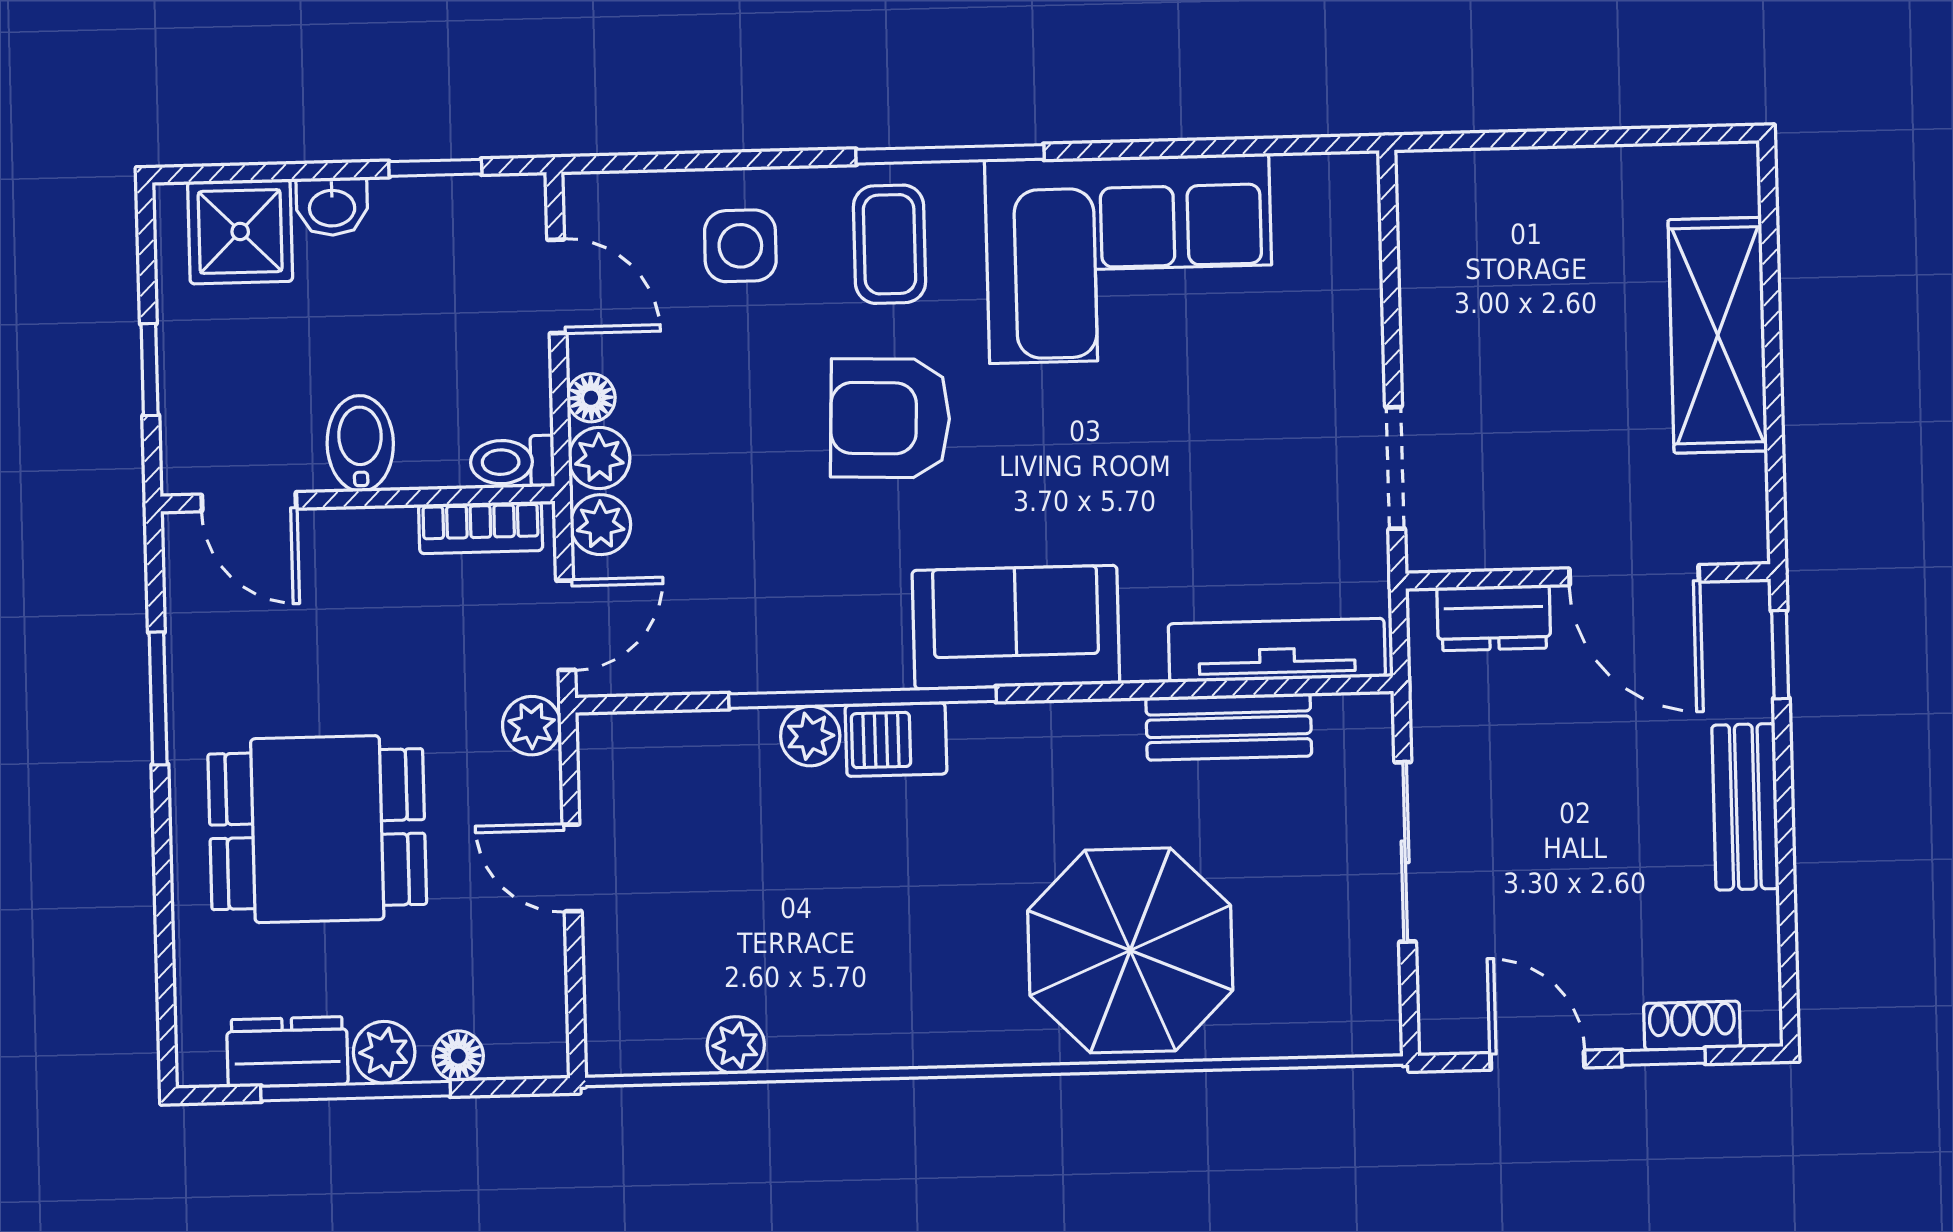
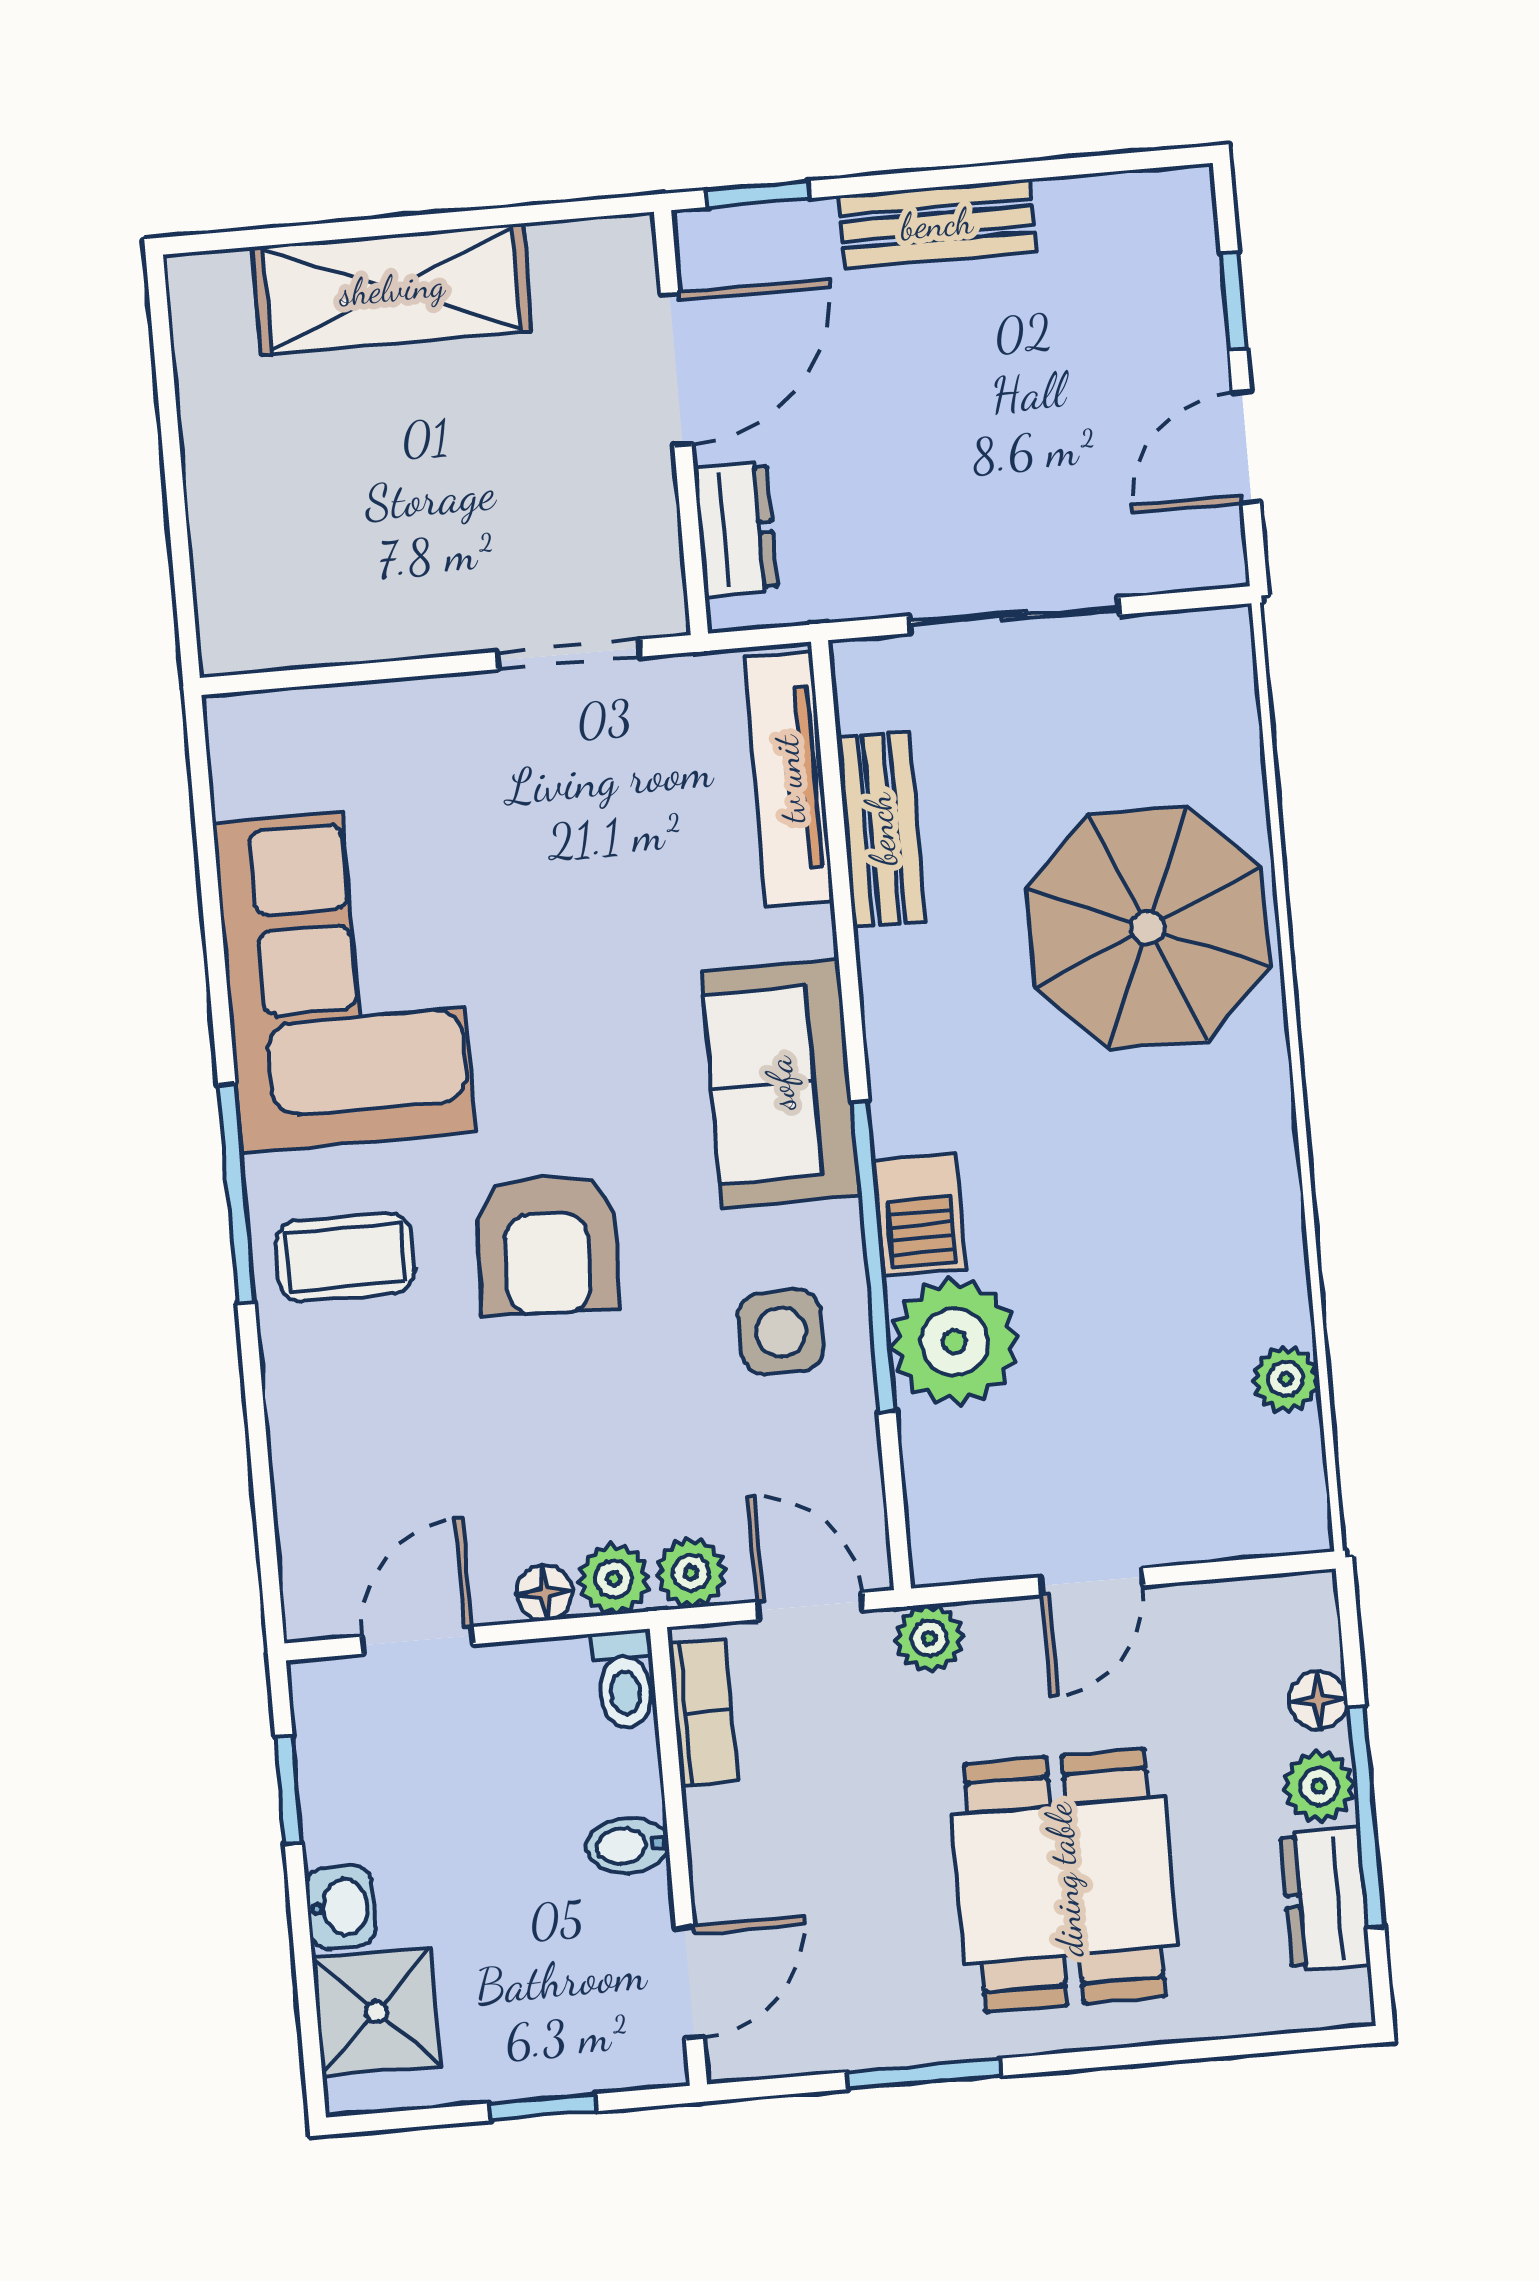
side table: (740, 246) -> (781, 1332), moved
bidet: (360, 443) -> (628, 1846), width x0.72, depth x0.74
plant: (810, 736) -> (954, 1342), width x1.88, depth x1.88
shoe rack: (1692, 1026) -> (1195, 270), removed

